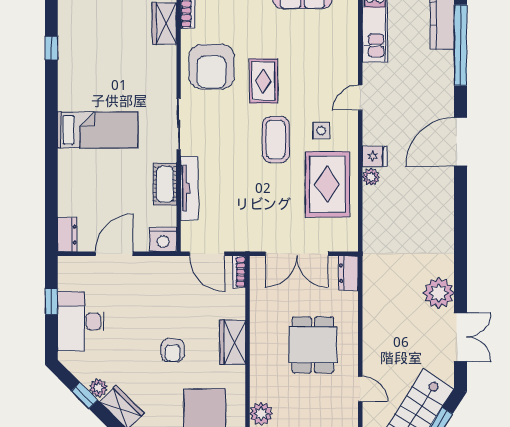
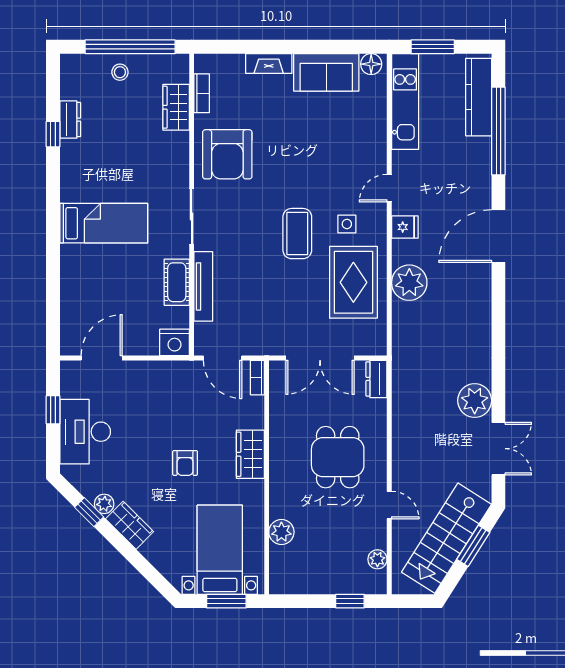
rug: (263, 81) -> (284, 170), removed
fridge: (375, 156) -> (405, 227), moved
plant: (371, 177) -> (409, 283), width x1.87, depth x1.87
dresser: (67, 235) -> (70, 120), moved
door: (114, 254) -> (102, 358), moved

